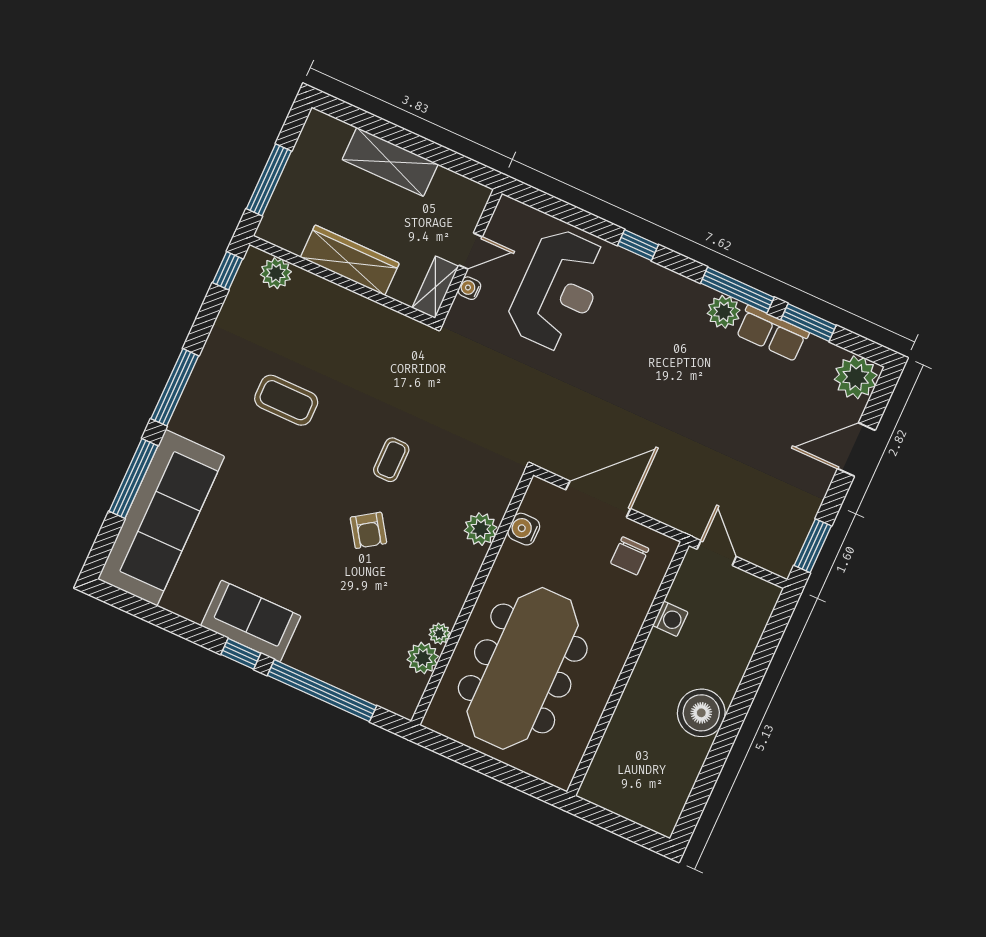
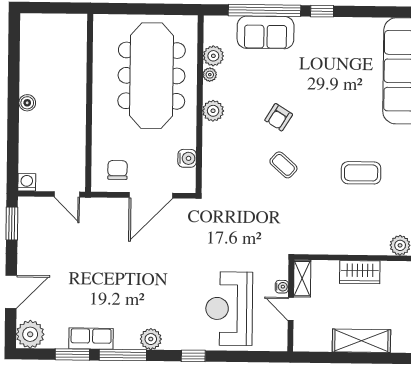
door: (471, 251) -> (291, 309), hinge flipped
wardrobe: (350, 260) -> (360, 272), width x0.67
plant: (724, 312) -> (151, 339), moved
coffee table: (391, 460) -> (283, 165), turned -48
plant: (481, 529) -> (213, 111), moved
armchair: (368, 530) -> (279, 117), turned -114
washing machine: (670, 619) -> (27, 182), moved, turned 90
sofa: (251, 621) -> (266, 32), moved
boiler: (701, 713) -> (27, 103), width x0.54, depth x0.54

